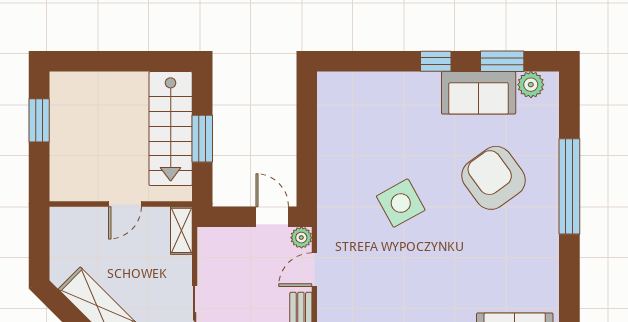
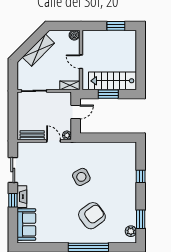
window: (436, 61) -> (141, 176), moved
sofa: (479, 93) -> (127, 209), removed
door: (272, 217) -> (76, 112), moved
boiler: (61, 220) -> (74, 35), added

